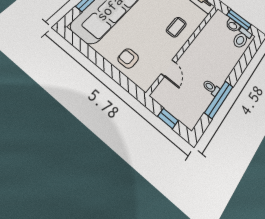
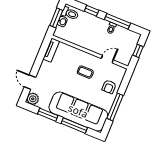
coffee table: (176, 27) -> (85, 72), moved
window: (96, 58) -> (115, 107), added
window: (240, 67) -> (92, 11), added

